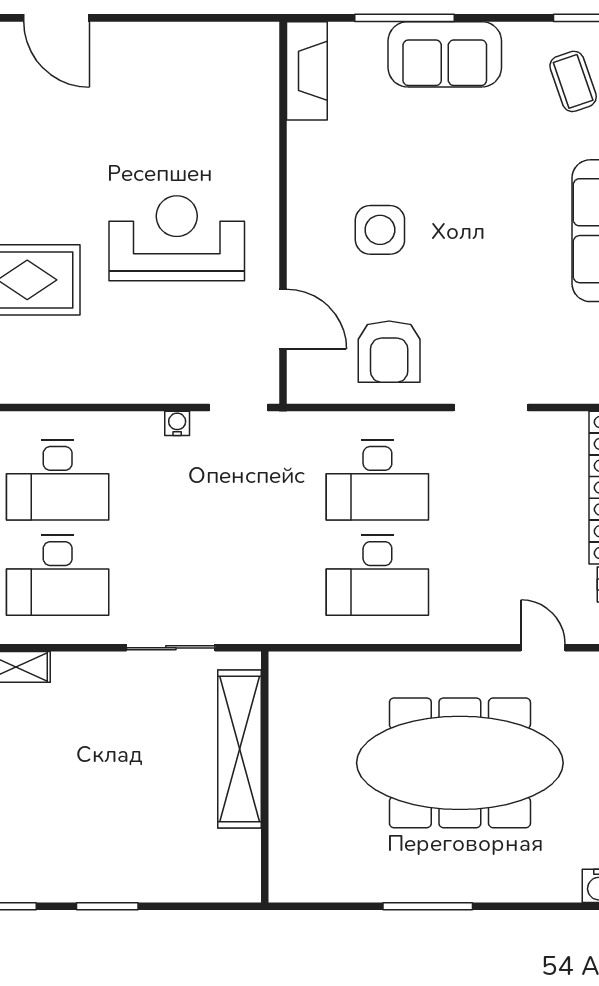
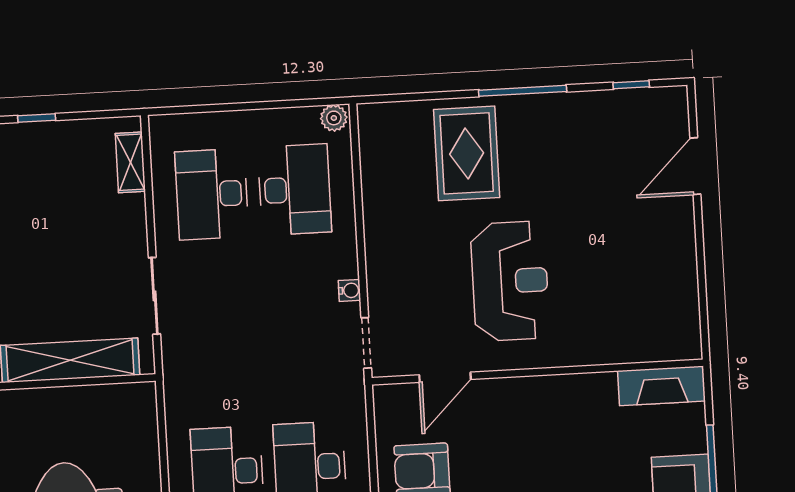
side table: (380, 230) -> (527, 457), removed
desk: (58, 480) -> (294, 190), turned 180

